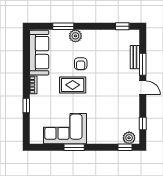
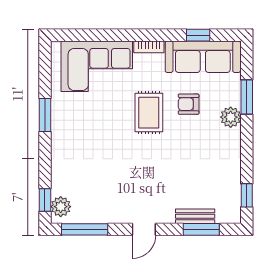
armchair: (81, 64) -> (189, 104), moved
window: (143, 64) -> (201, 229), moved
window: (26, 106) -> (198, 35), moved
window: (143, 123) -> (85, 229), width x2.17
corner sofa: (65, 129) -> (97, 66), moved, turned 90

